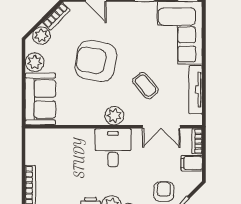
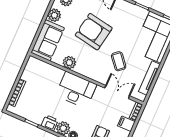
plant: (114, 116) -> (69, 63), moved
double door: (161, 127) -> (117, 92), swing flipped
desk: (113, 148) -> (76, 90), width x1.37

